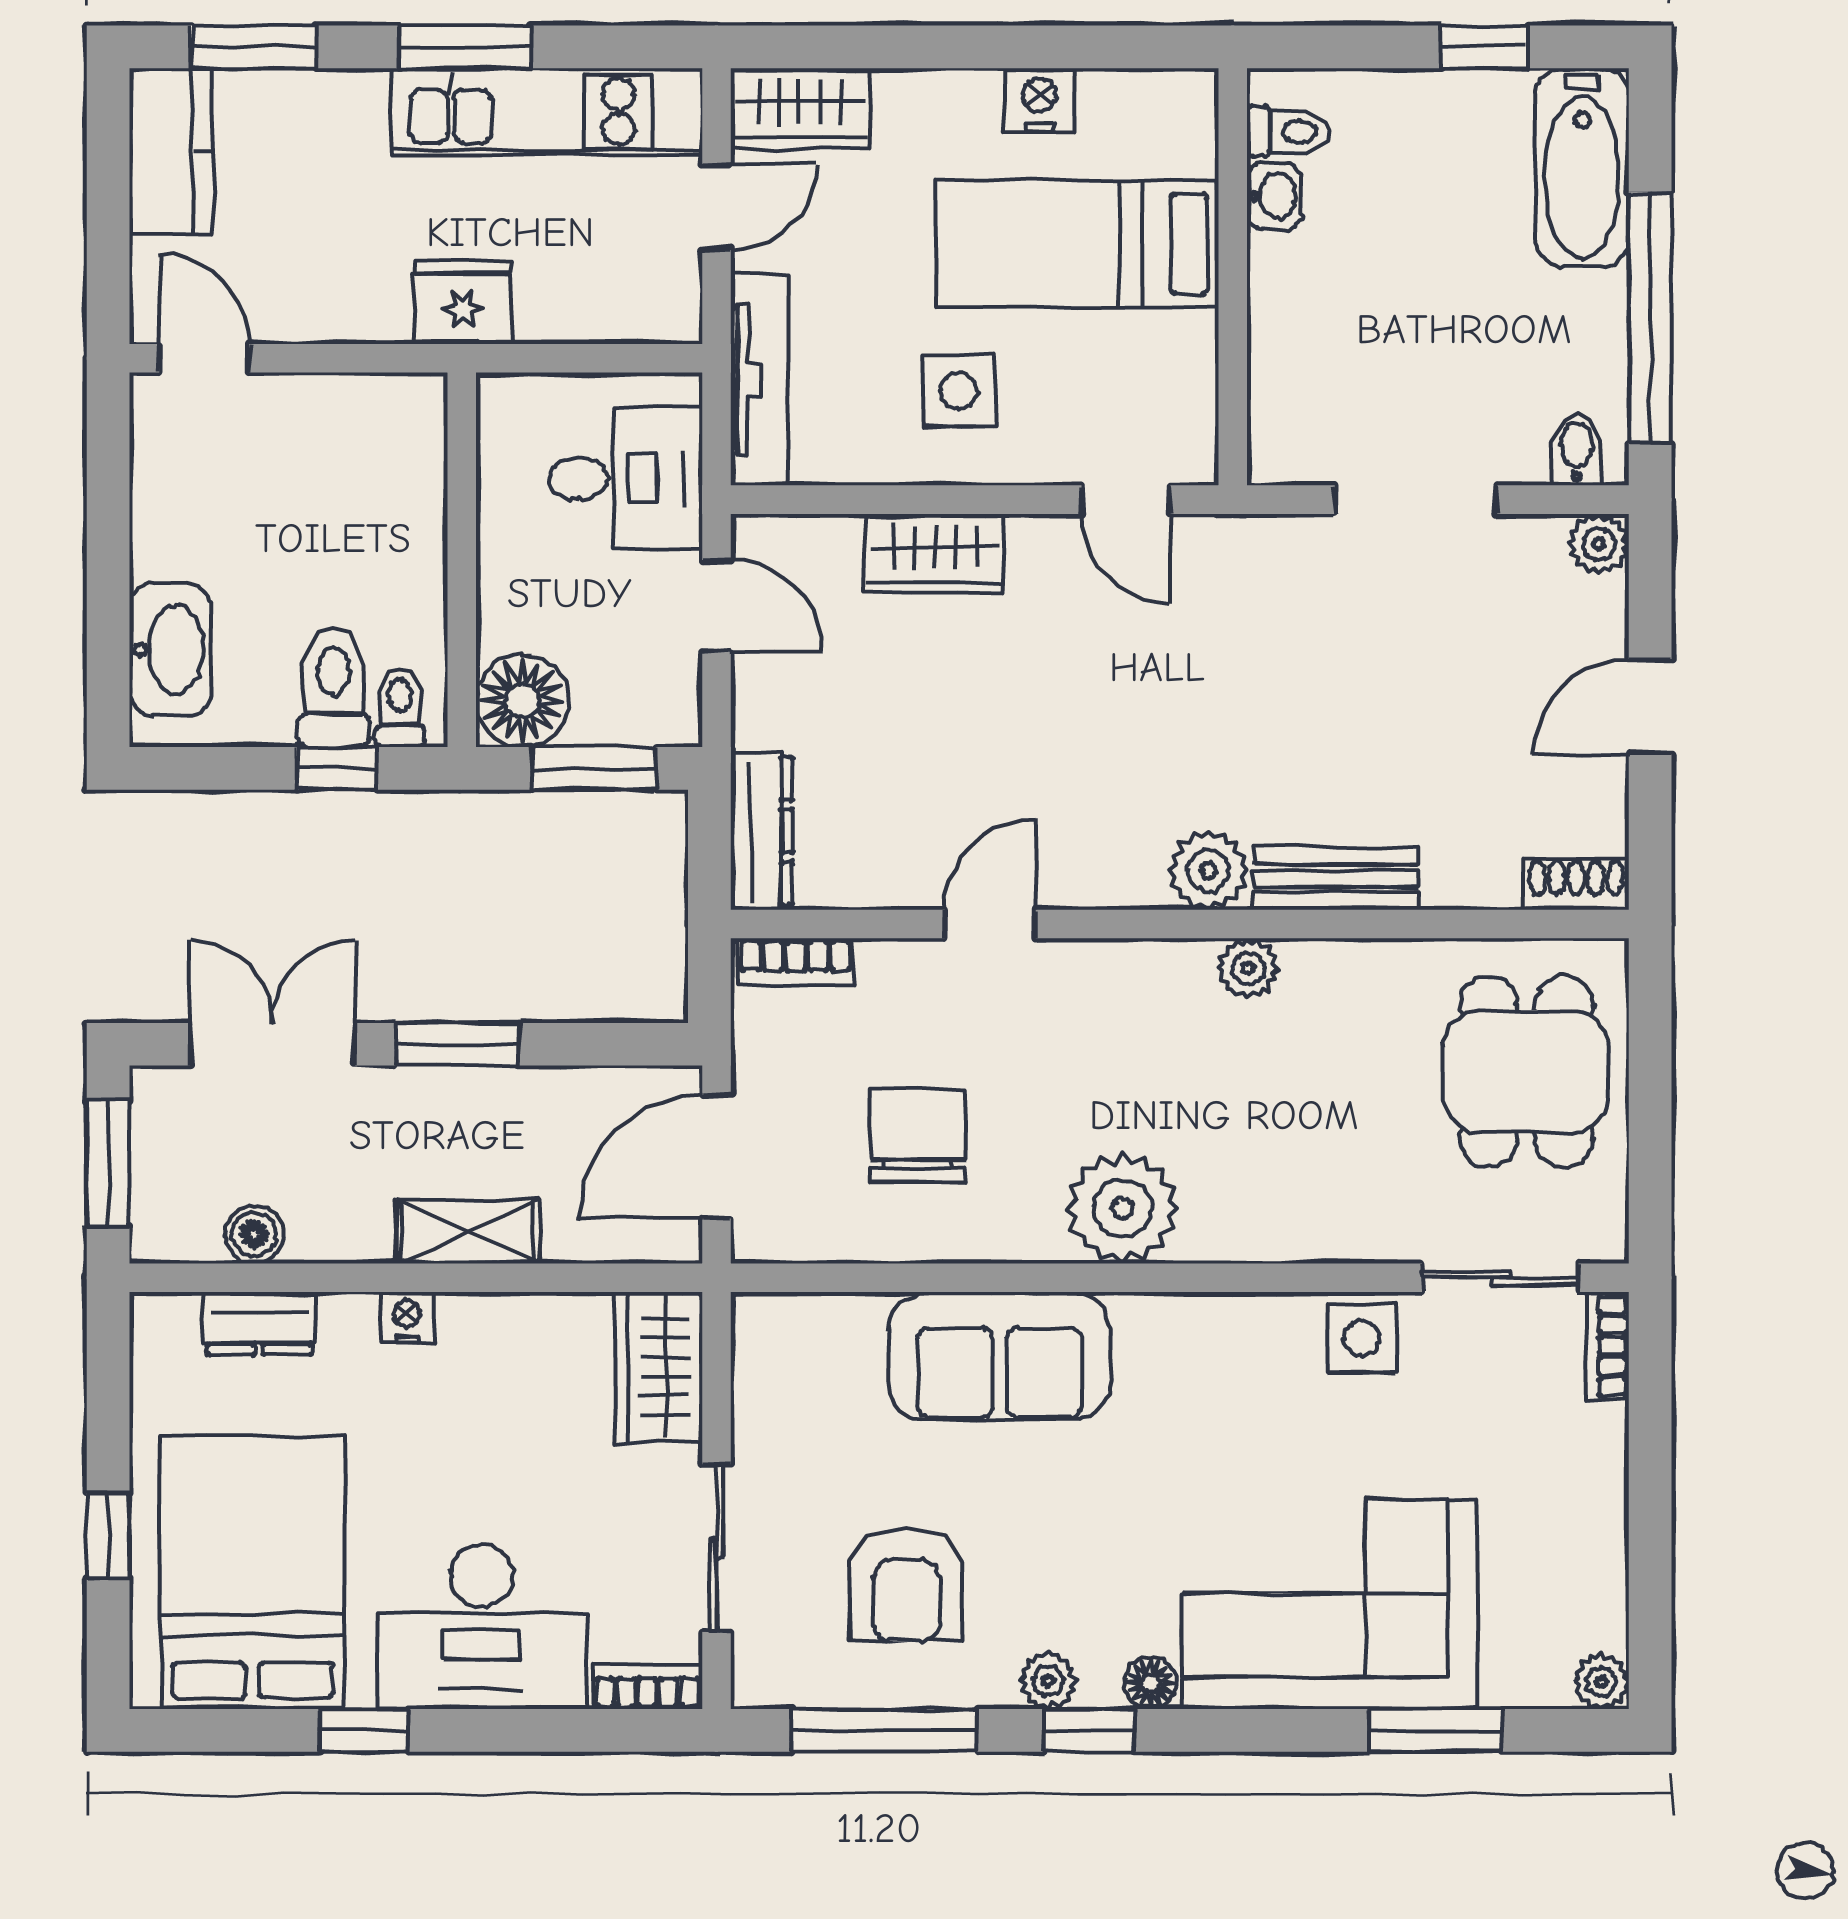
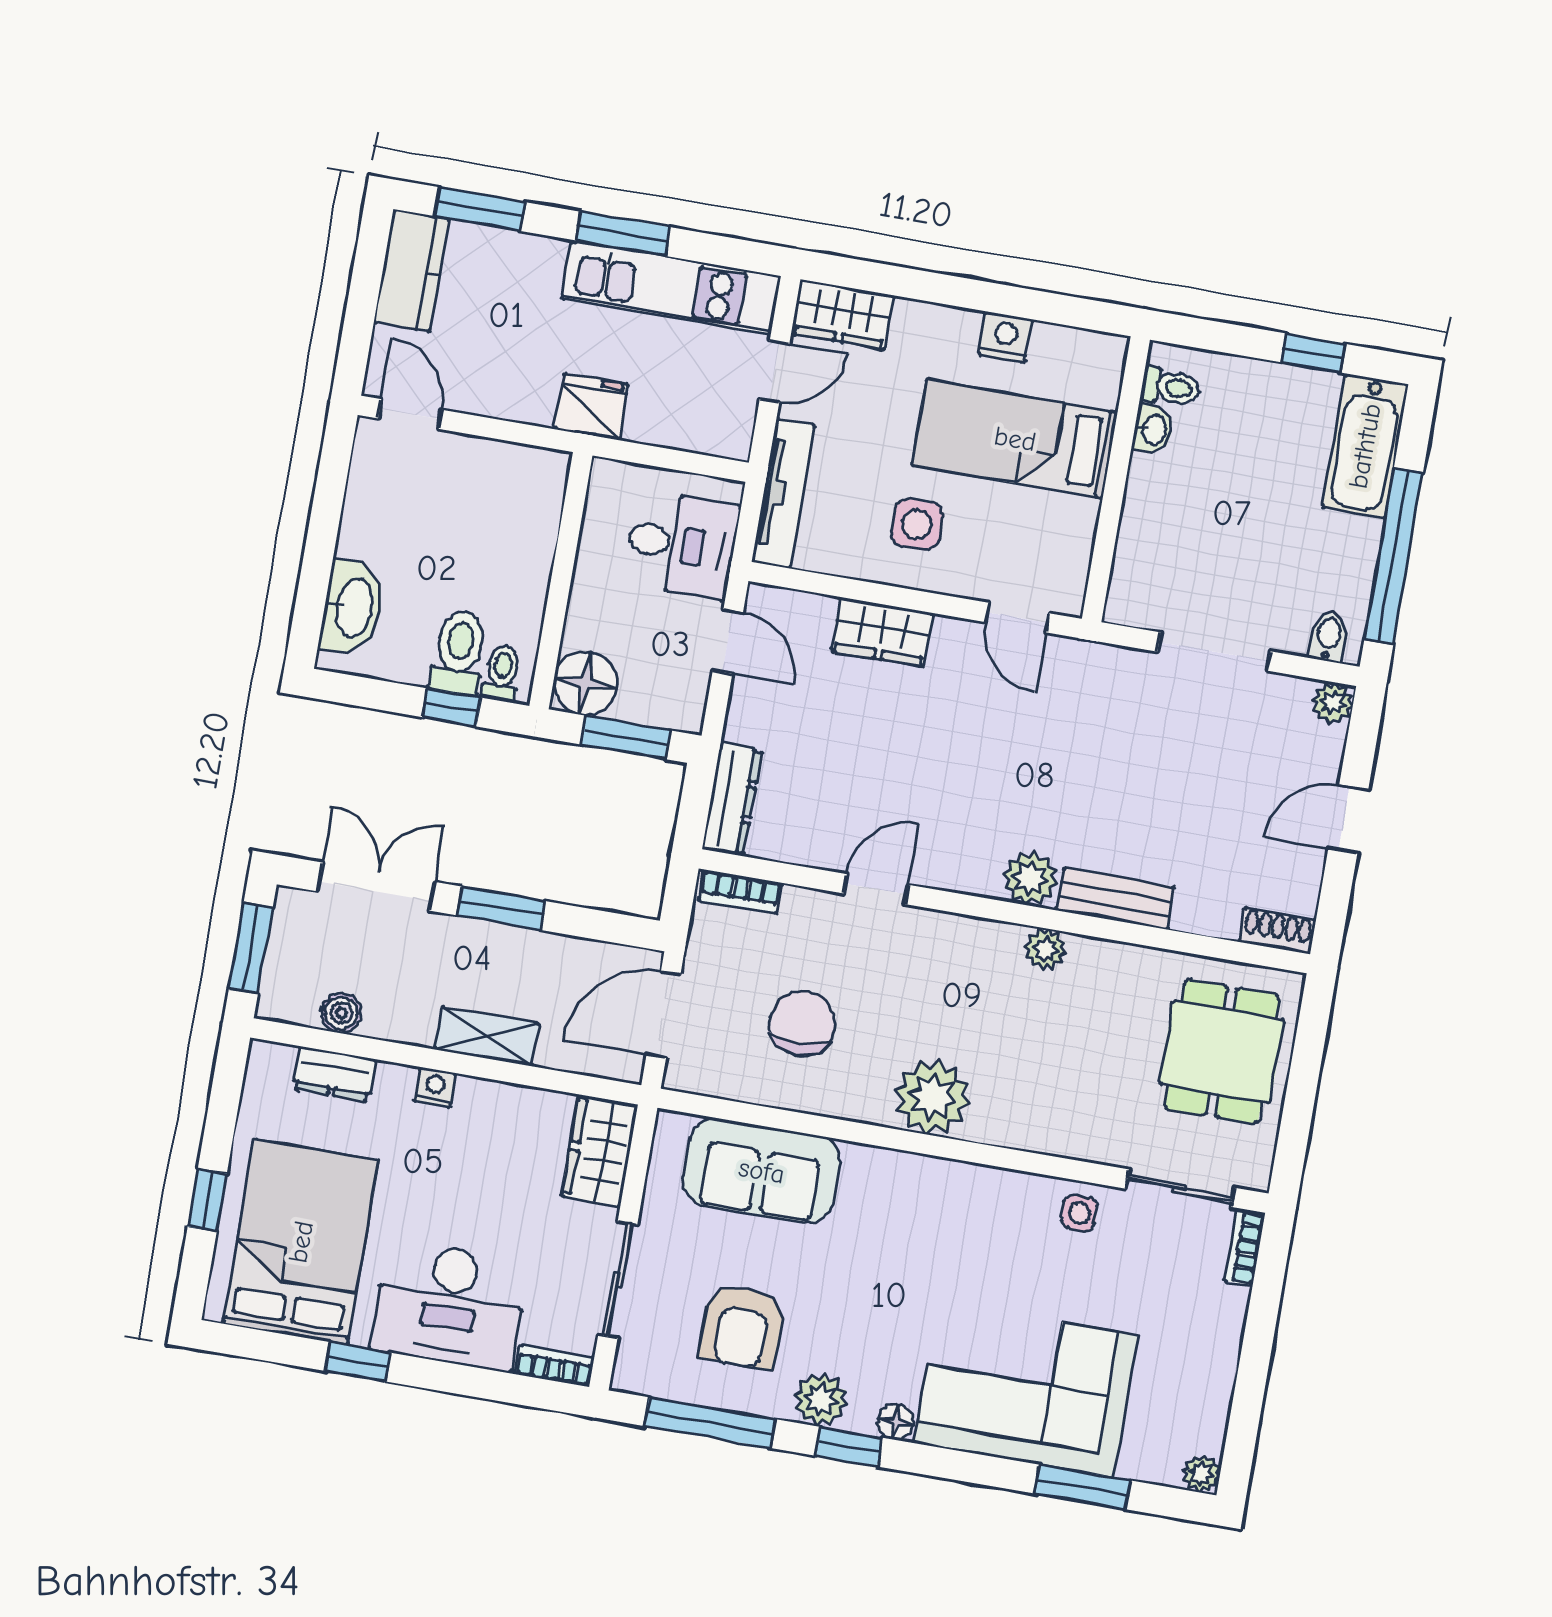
side table: (1362, 1338) -> (1079, 1213), width x0.73, depth x0.73
sofa: (999, 1356) -> (762, 1171), moved
plant: (1048, 1681) -> (821, 1400), width x1.38, depth x1.38

